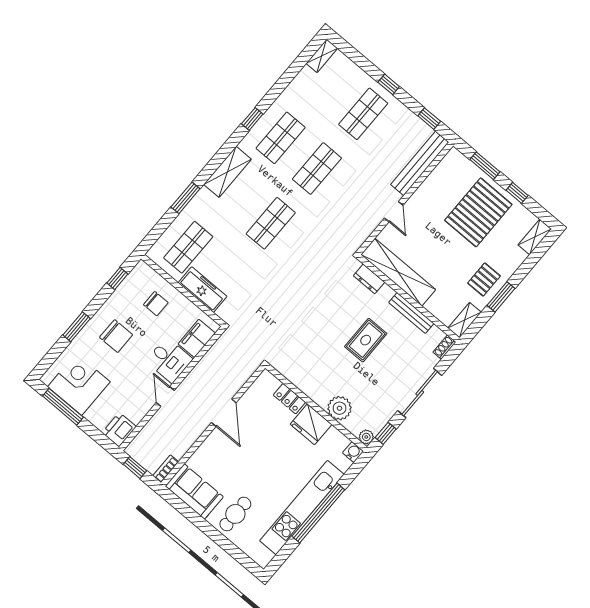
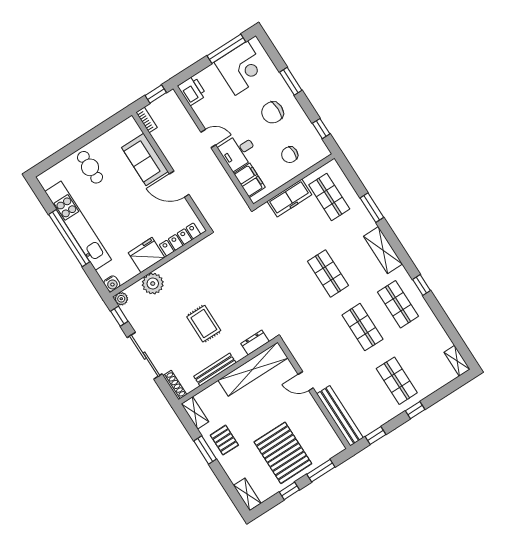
shoe rack: (444, 347) -> (175, 385), width x1.43
locker: (289, 399) -> (180, 240), width x1.53
sofa: (194, 491) -> (145, 159), moved, turned 90

